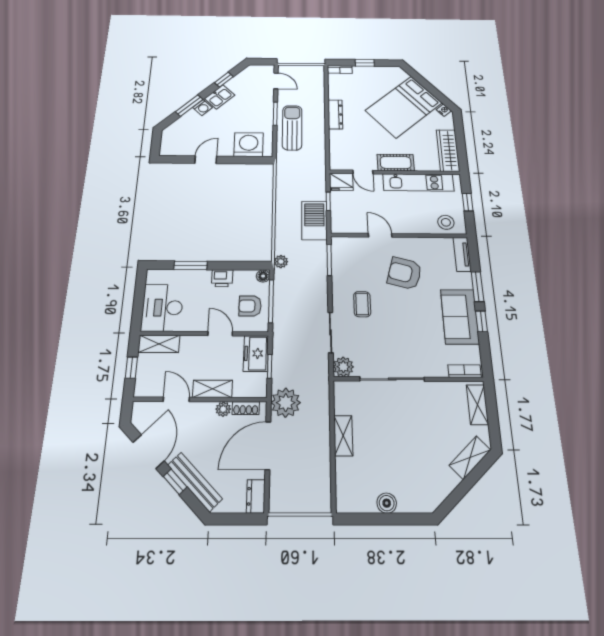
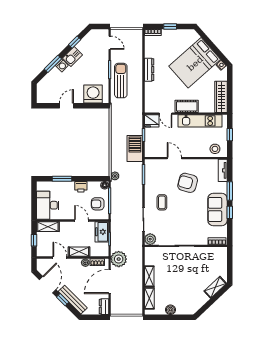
shelving: (477, 405) -> (149, 298), moved

